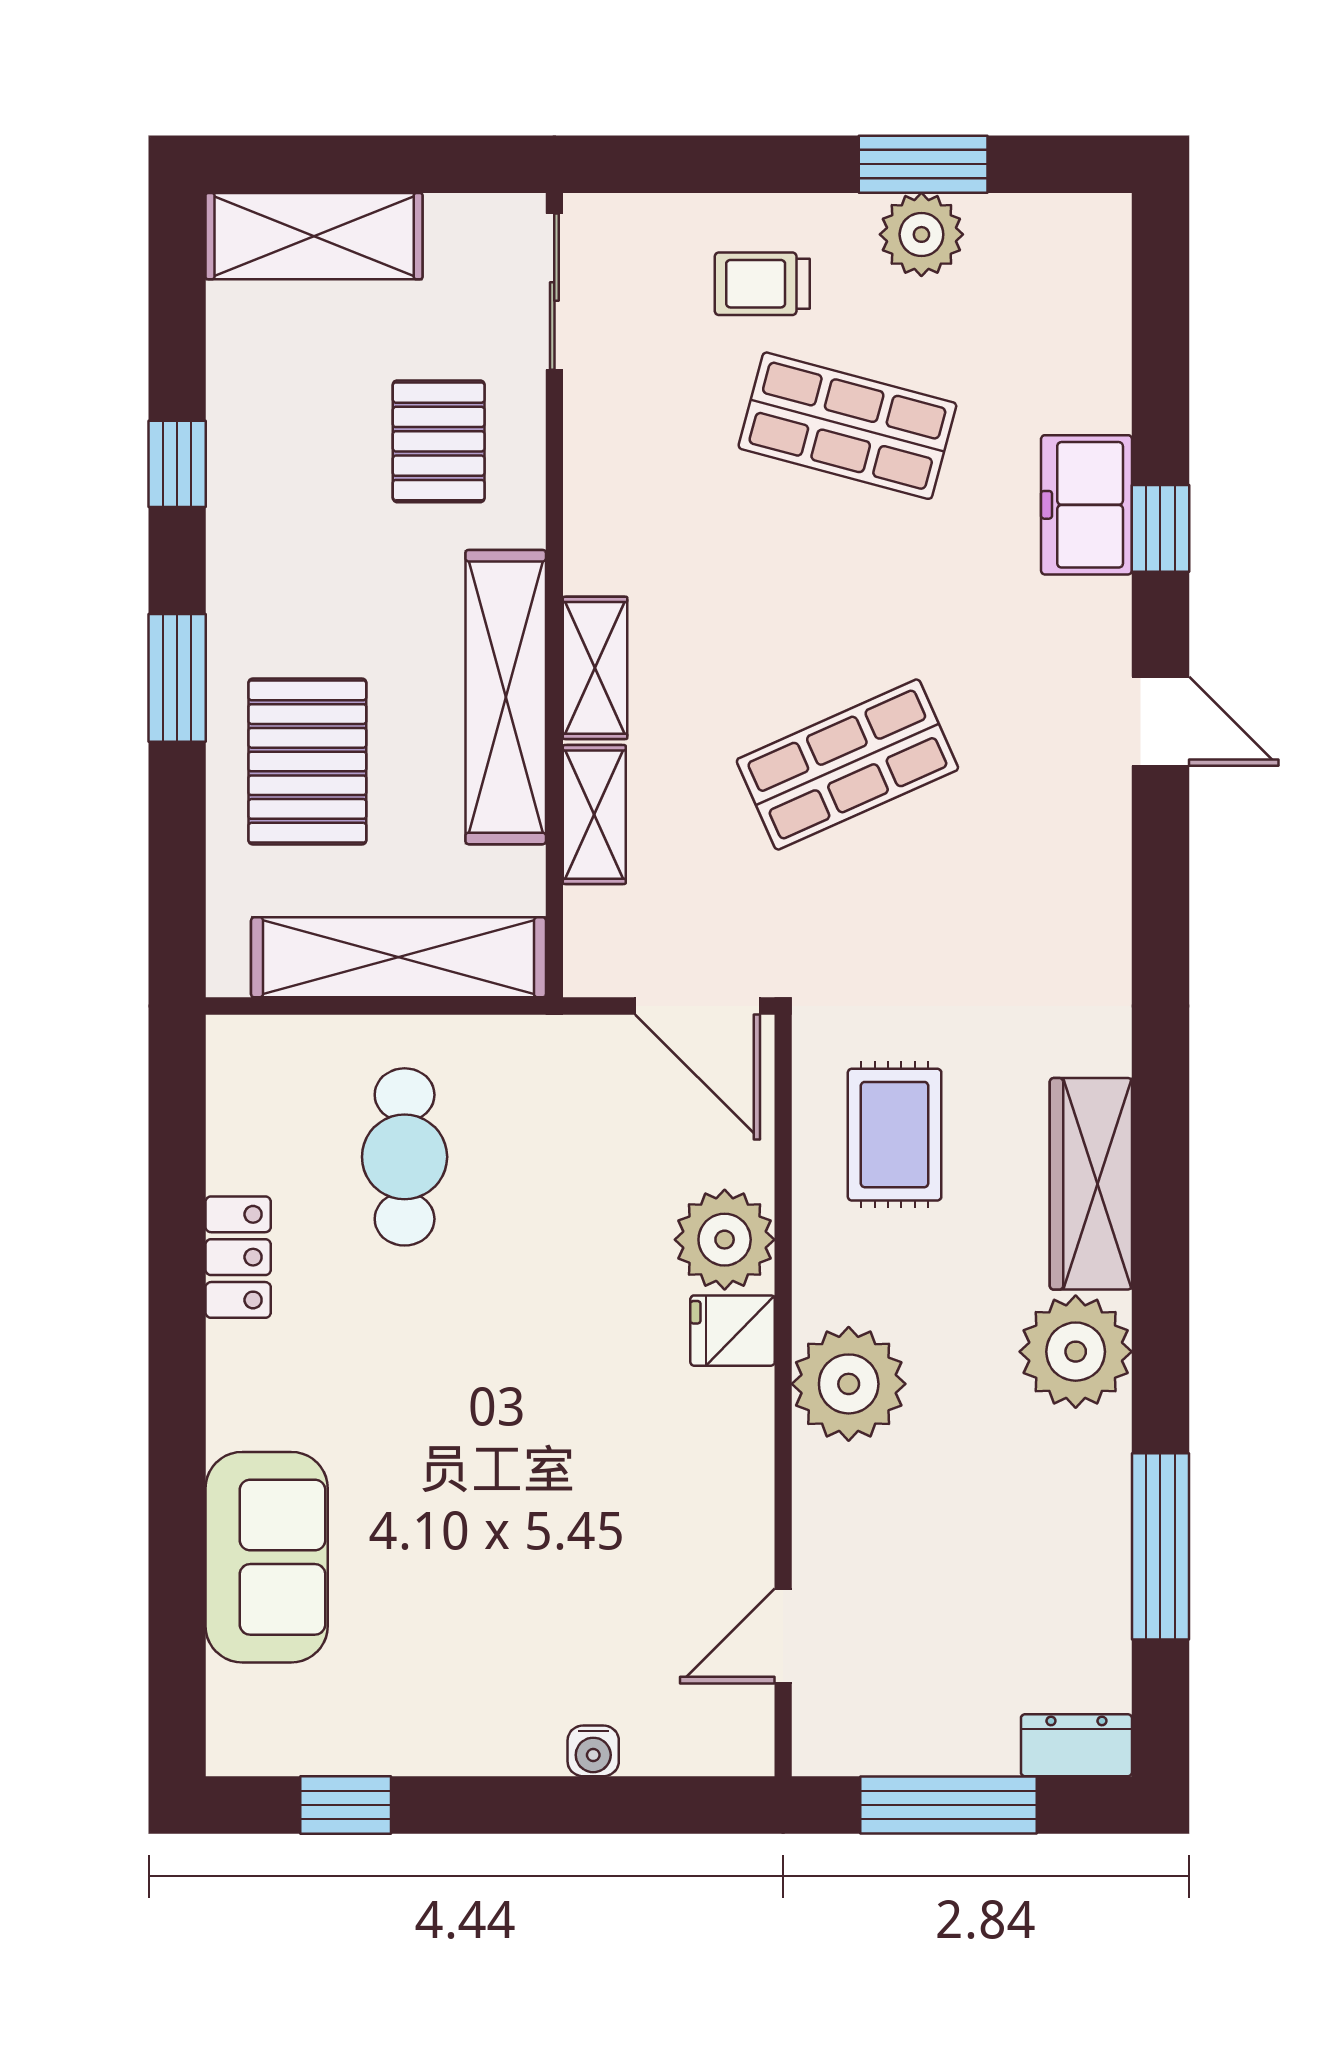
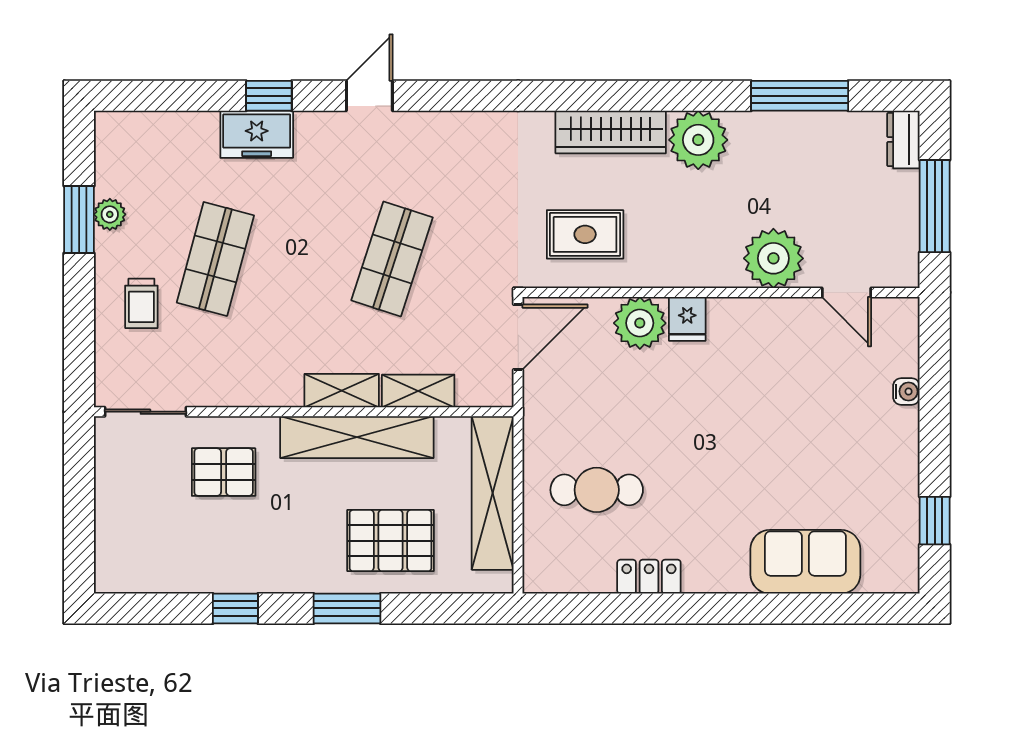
plant: (921, 234) -> (110, 214), width x0.73, depth x0.73
shelving: (314, 236) -> (117, 537), removed
shop shelf: (847, 764) -> (392, 259), turned 42
plant: (849, 1384) -> (773, 258), moved

